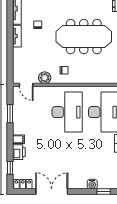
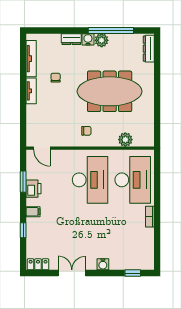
plant: (45, 78) -> (125, 140), moved
printer: (19, 152) -> (33, 189), moved
window: (10, 168) -> (23, 230), moved
water cooler: (92, 184) -> (103, 264), moved
double door: (52, 192) -> (72, 273), width x0.73

